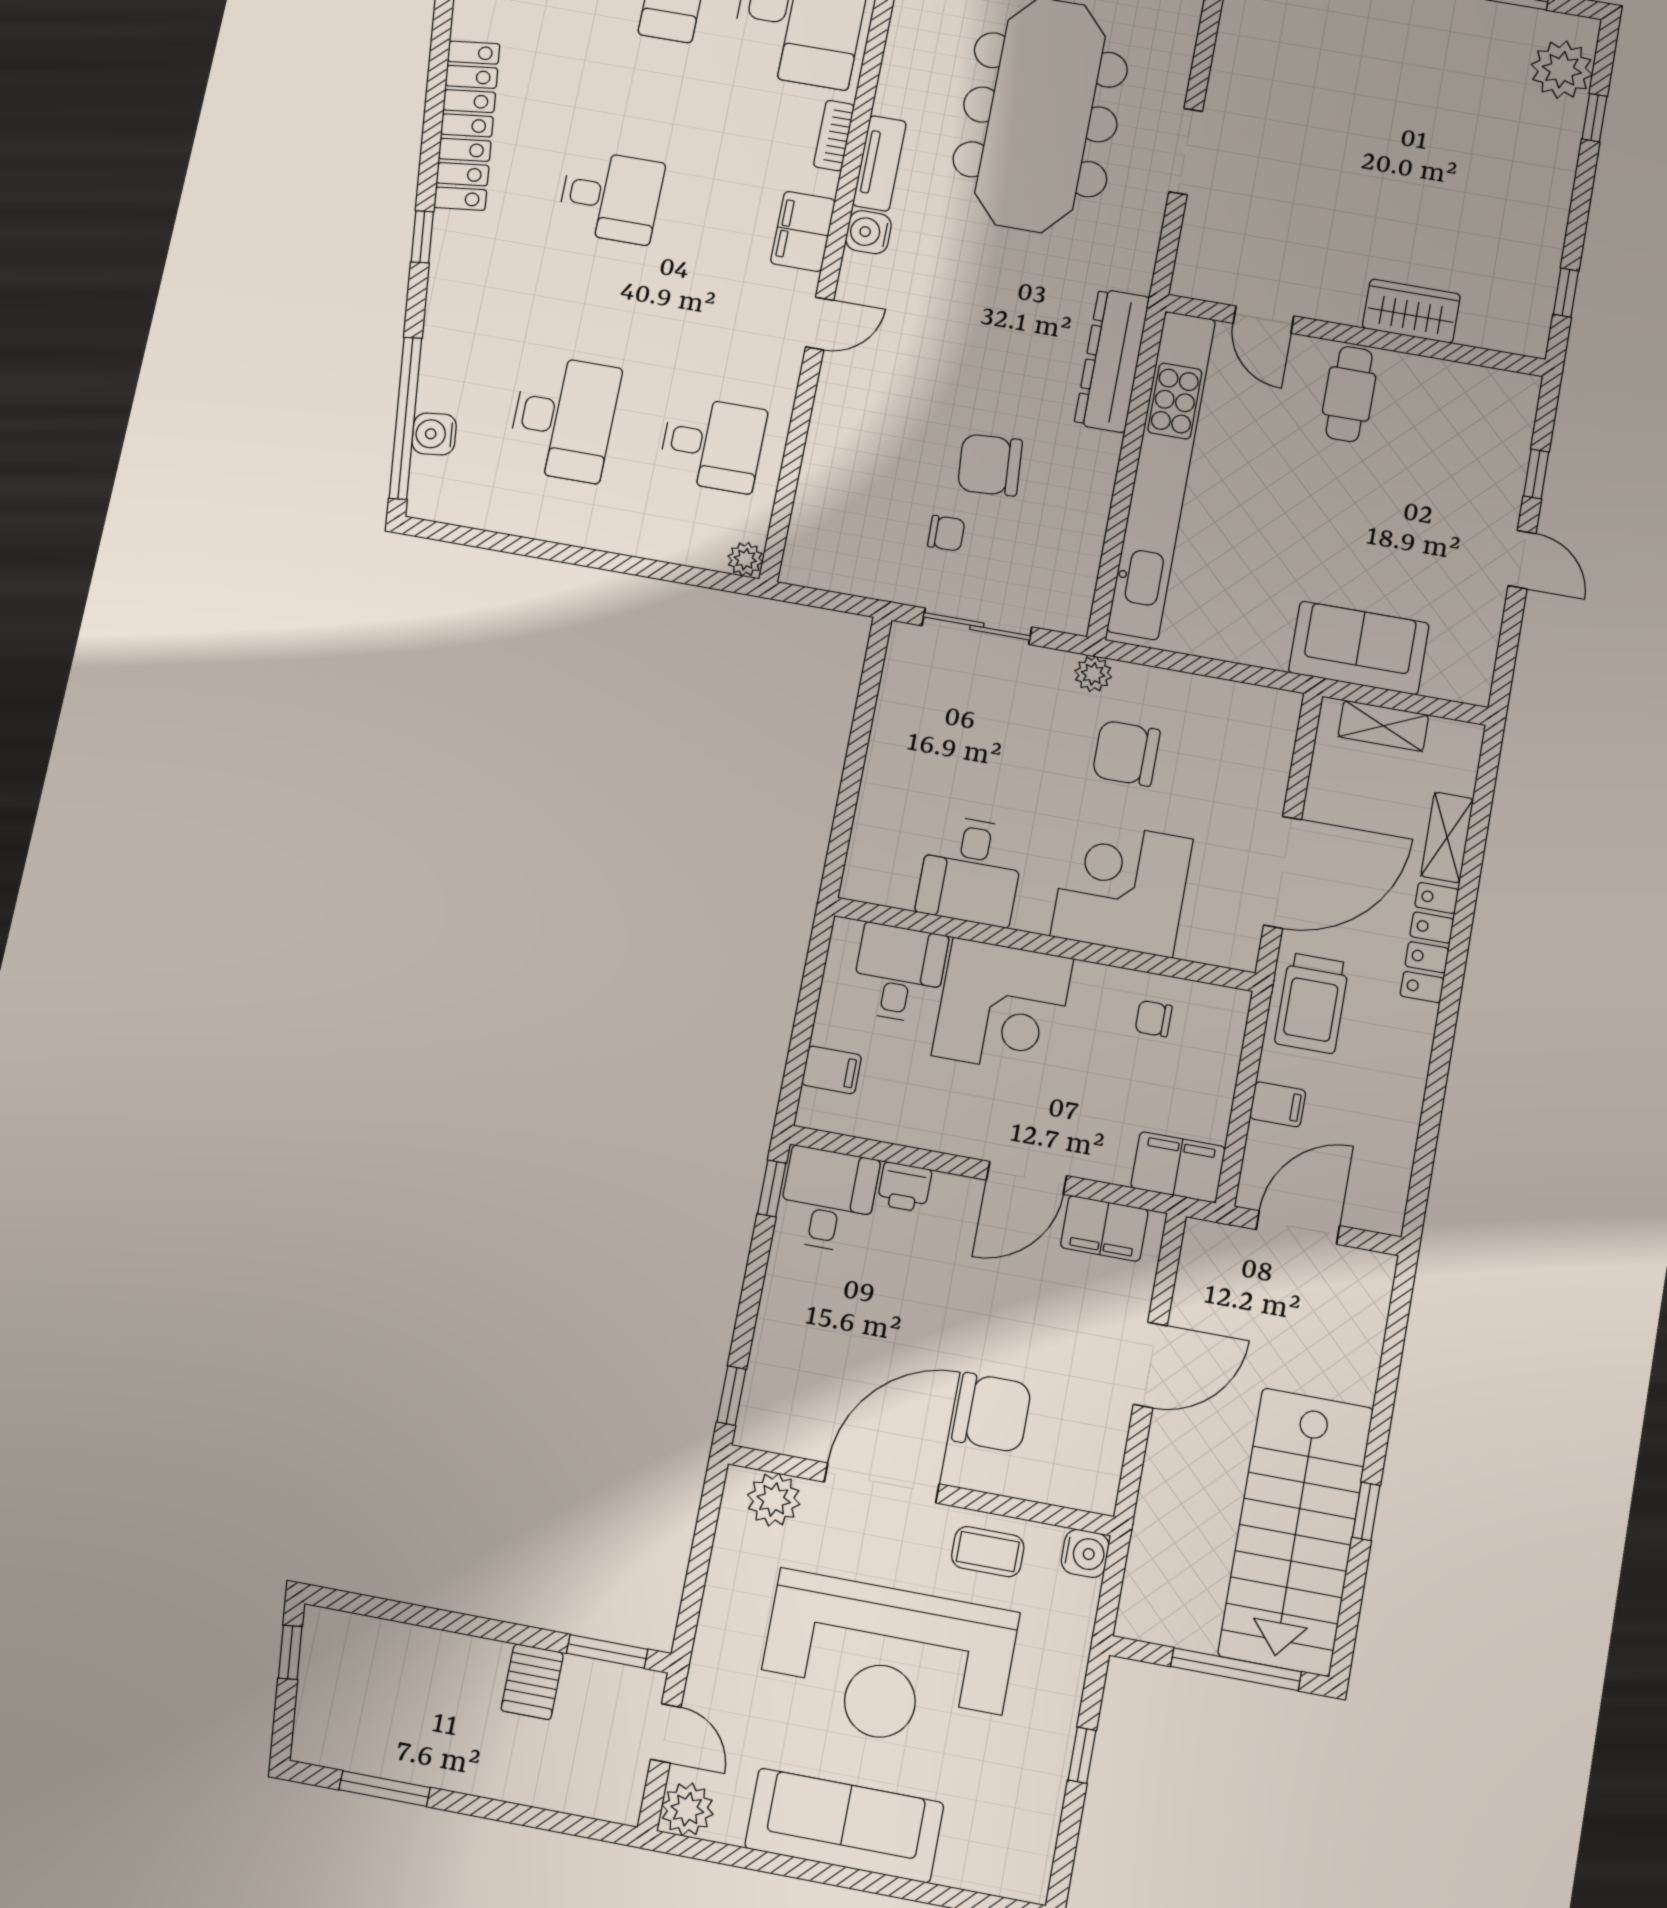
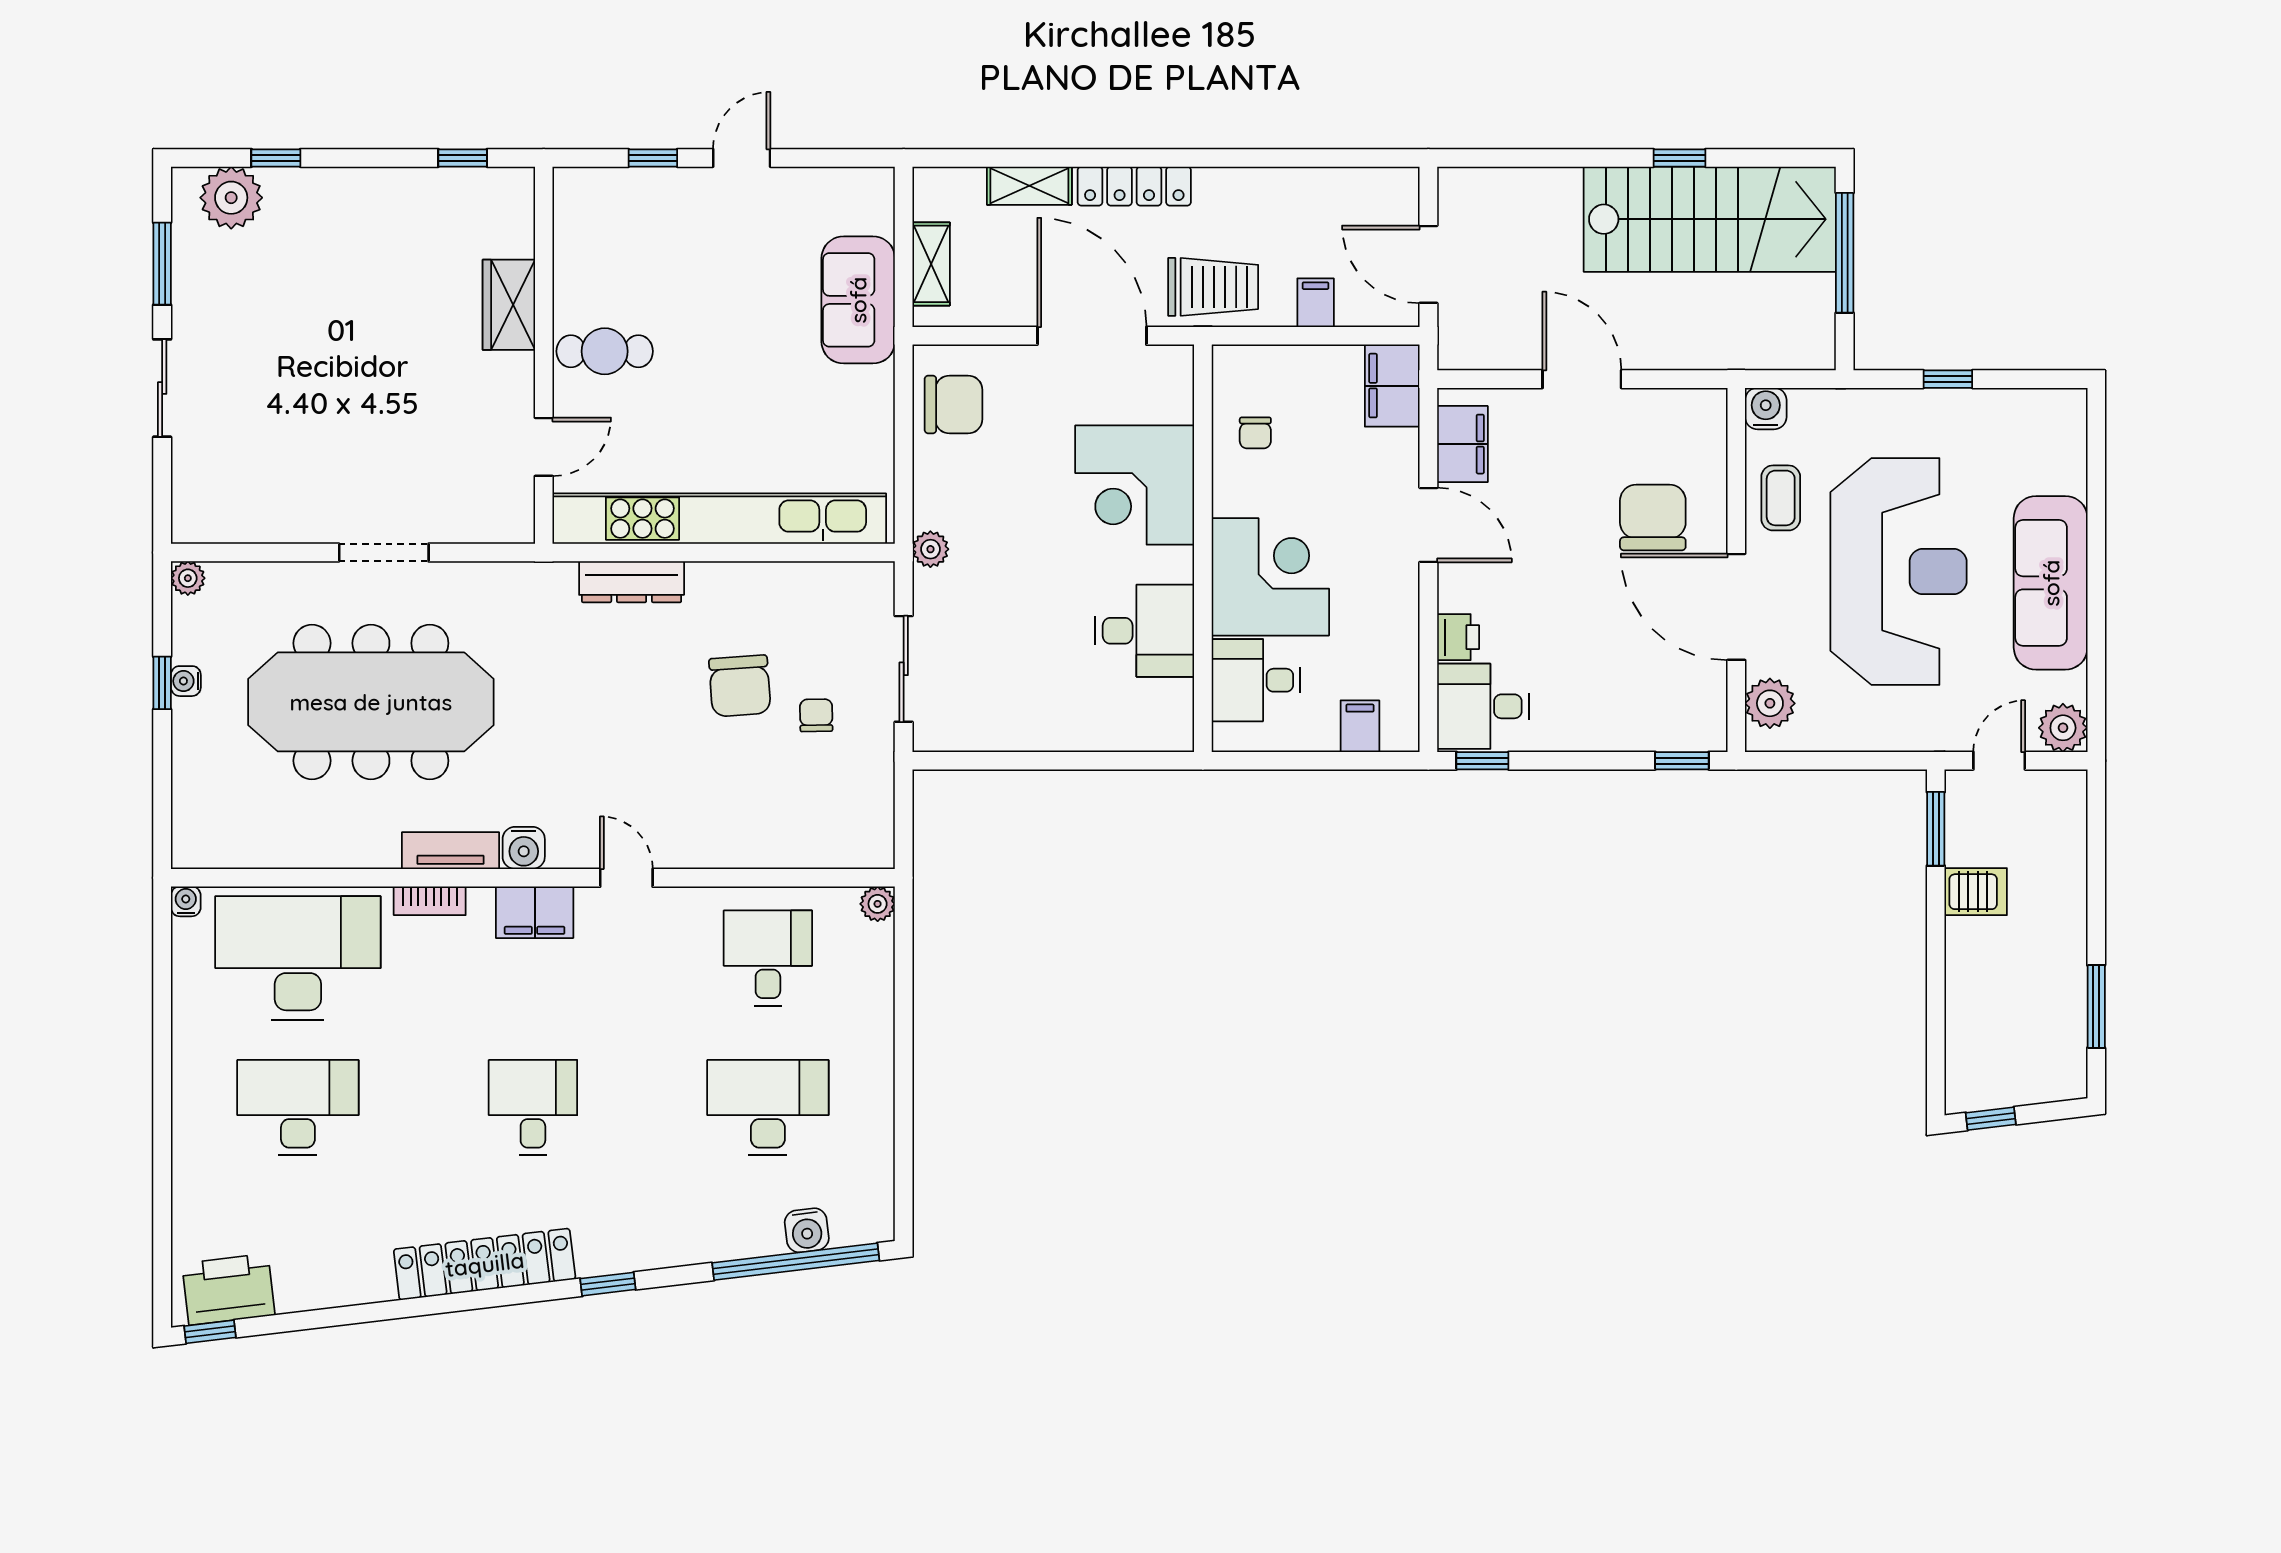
dresser: (1112, 361) -> (632, 582), width x0.73, depth x0.80
chair: (1126, 753) -> (954, 404), moved, turned -90

